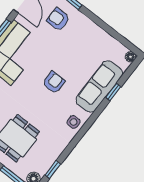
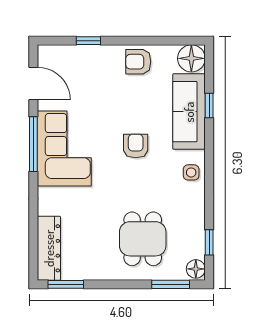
armchair: (58, 19) -> (138, 62), moved
floor lamp: (130, 57) -> (191, 58), width x1.89, depth x1.89

